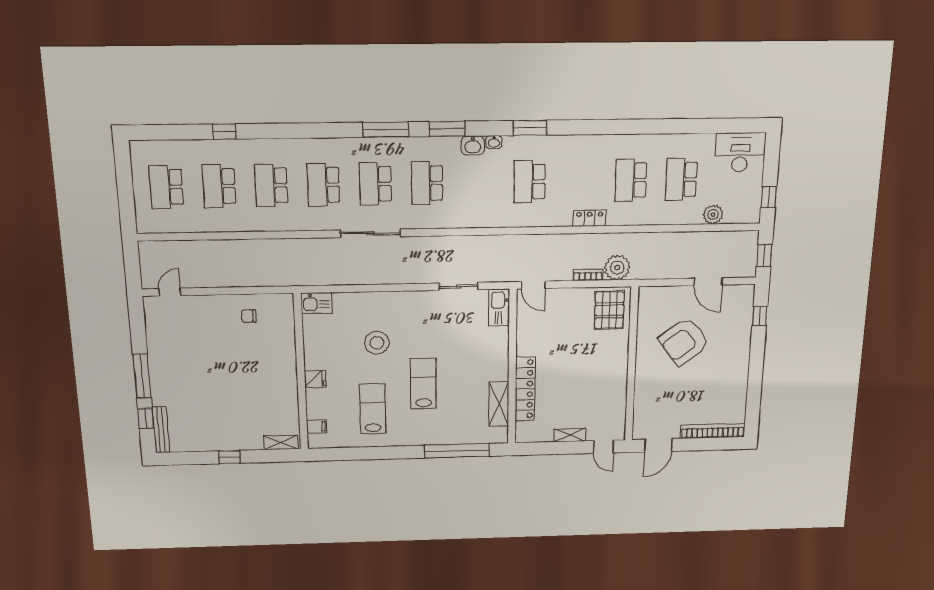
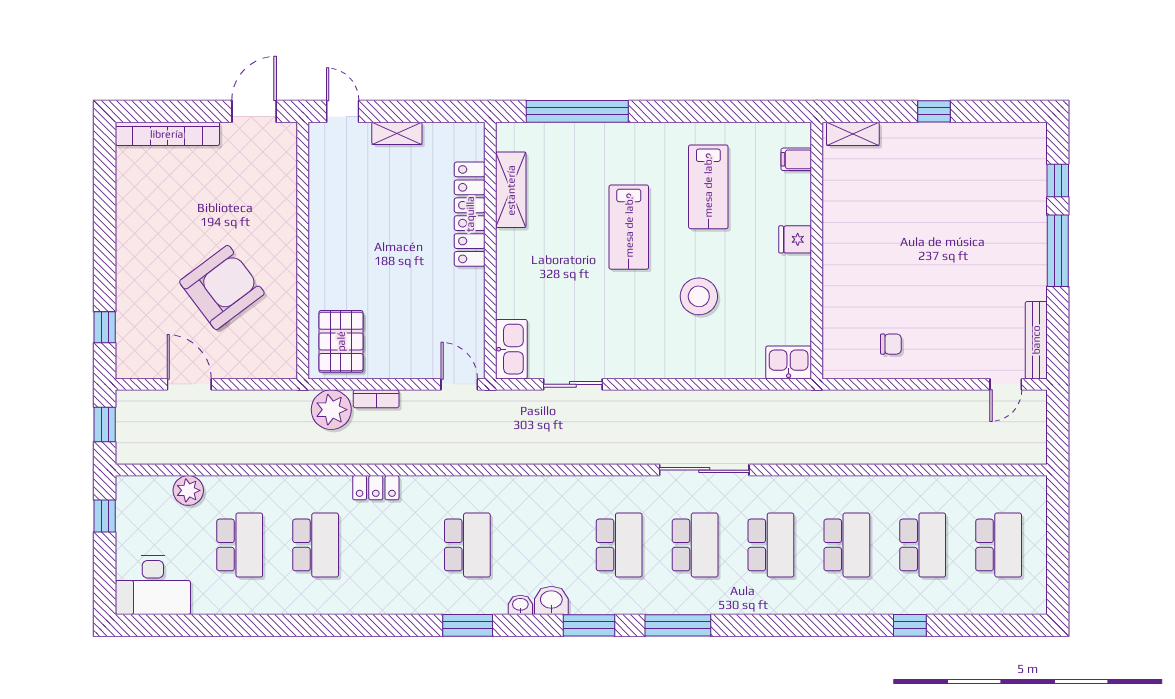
bench: (161, 430) -> (1036, 340), moved

